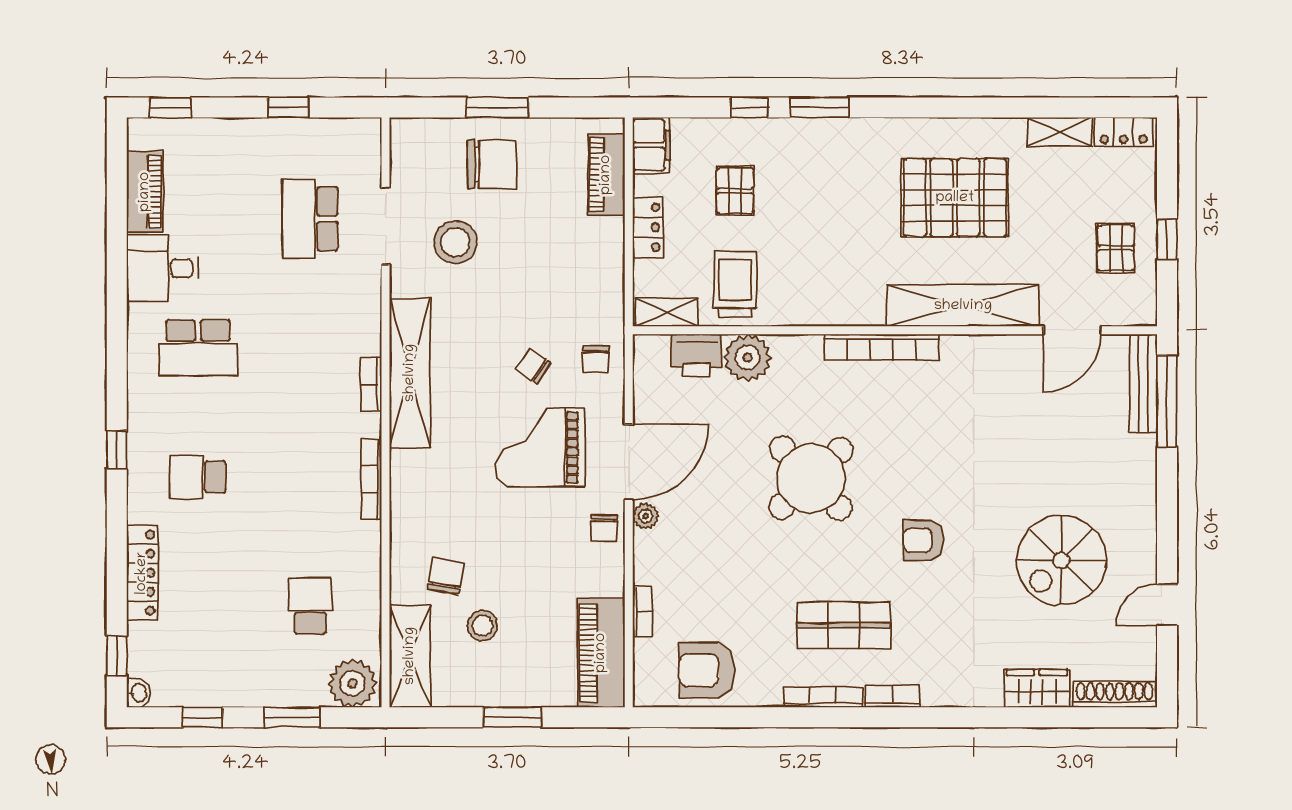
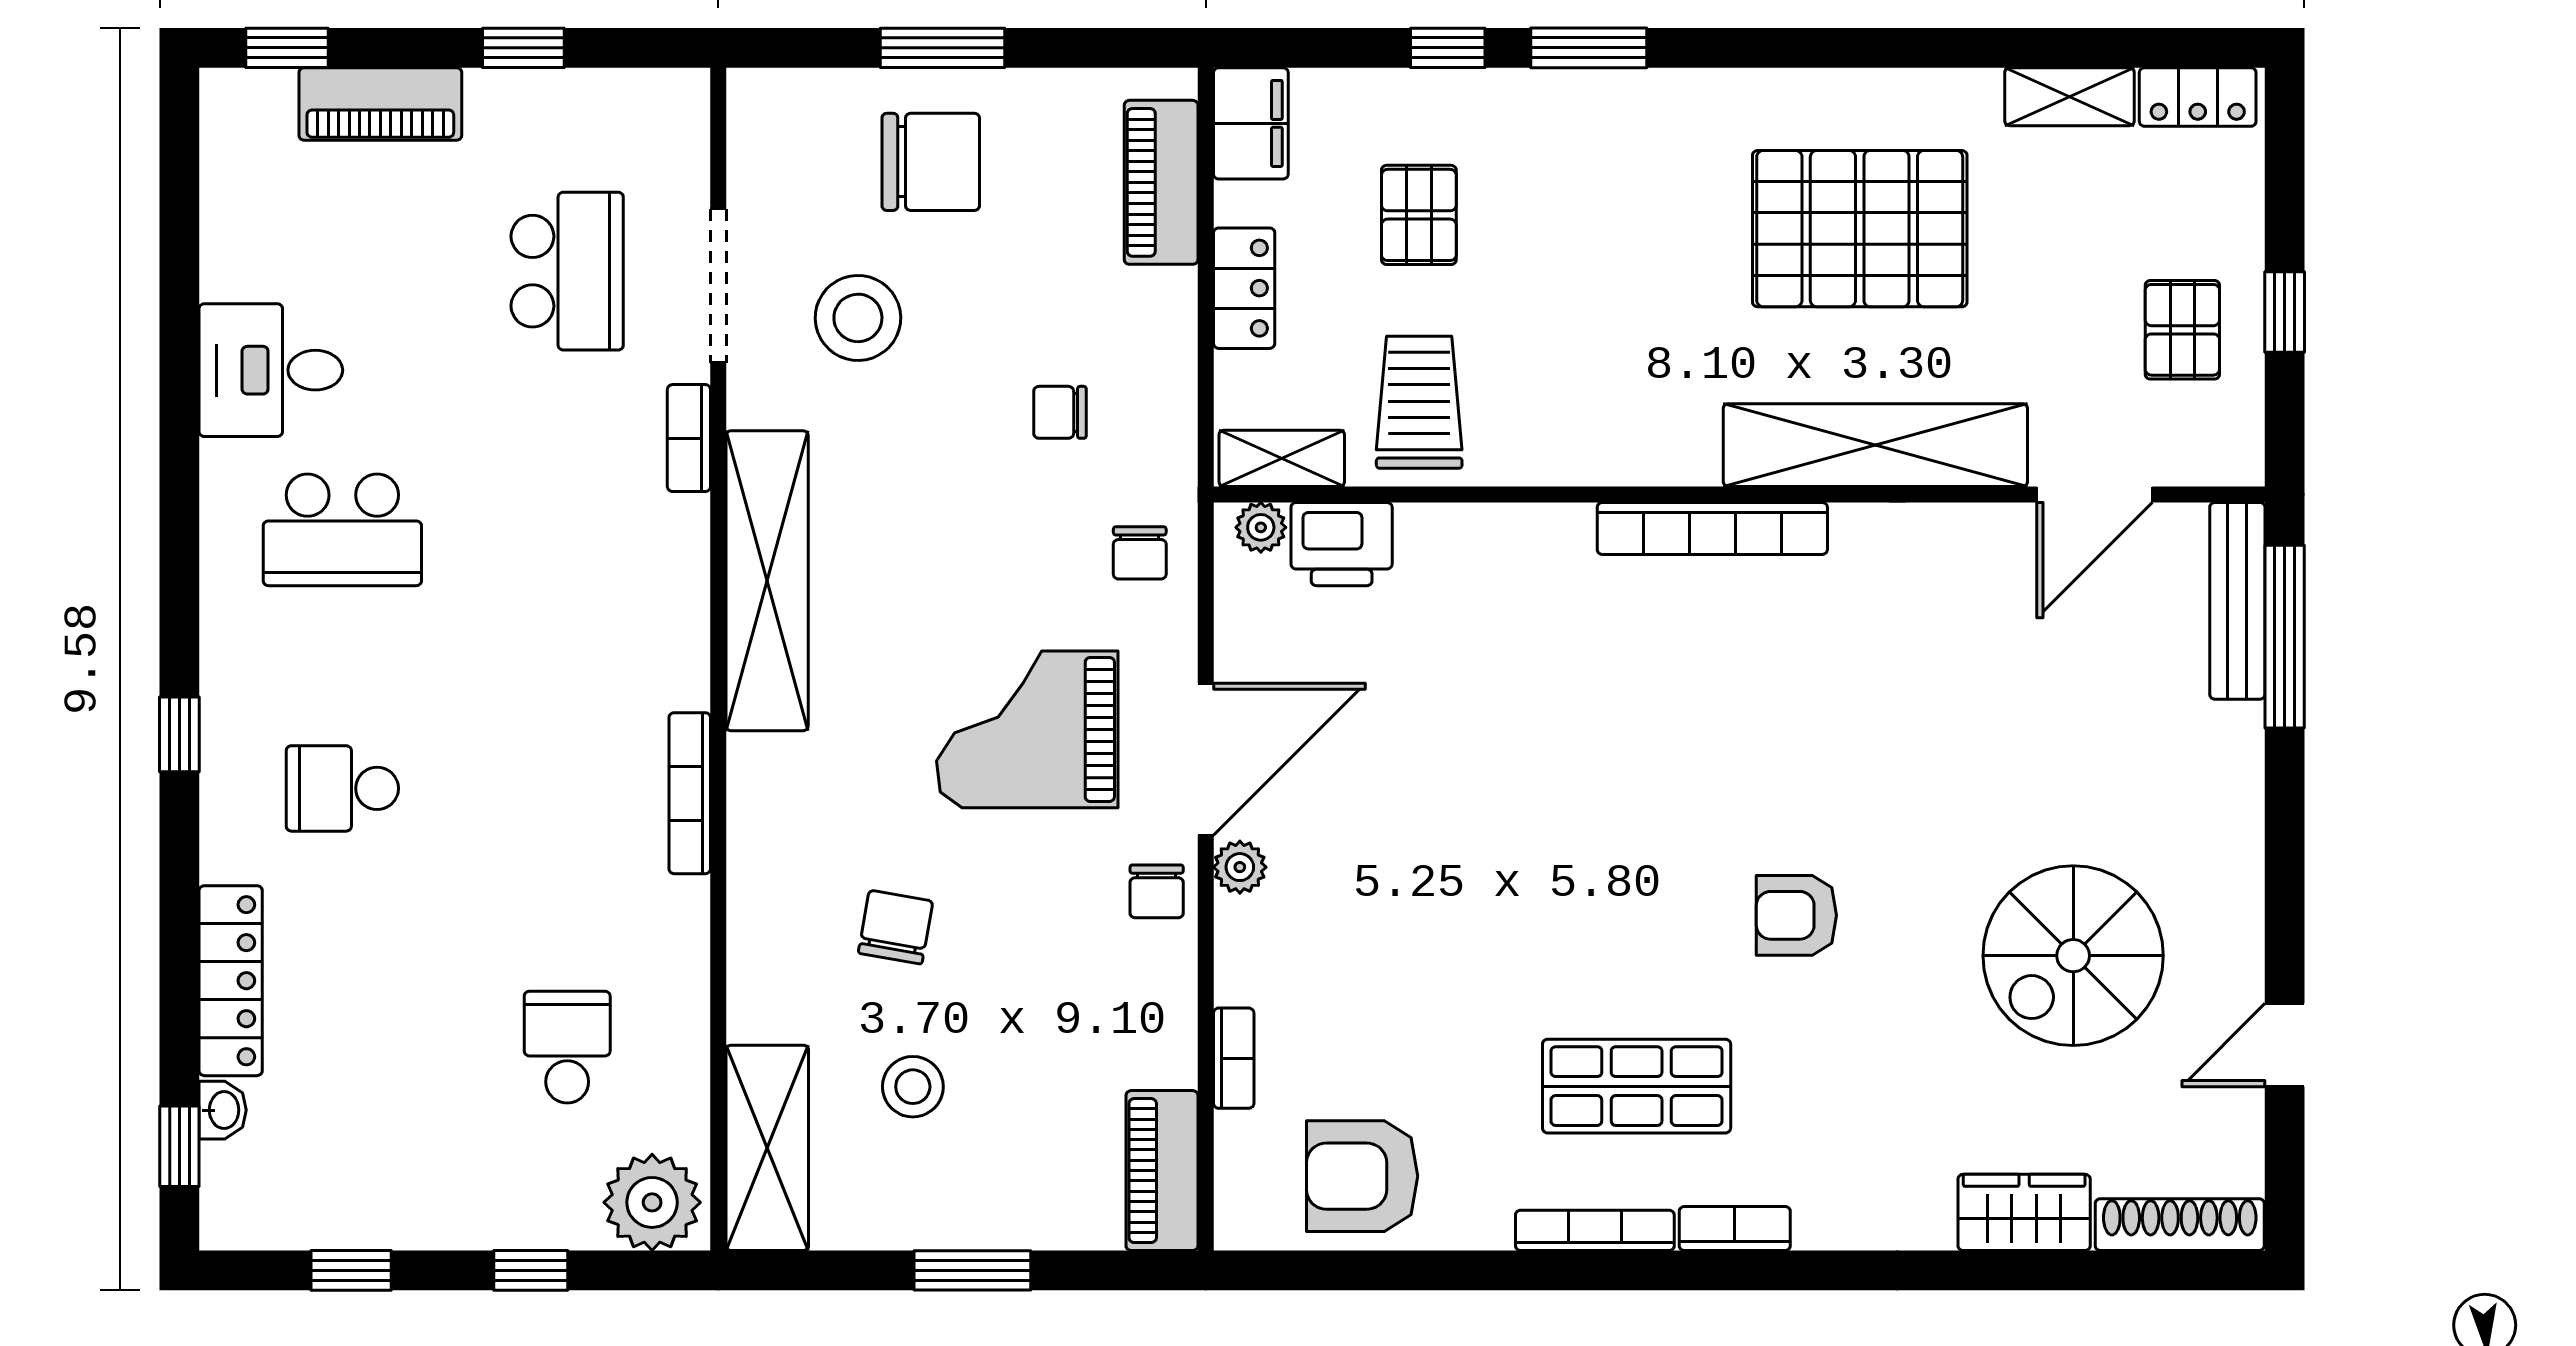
piano: (145, 192) -> (380, 104), moved, turned 90
school desk: (310, 219) -> (567, 271), turned 180
plant: (748, 358) -> (1261, 527), moved, width x0.53, depth x0.53
chair: (533, 366) -> (1060, 412), moved, turned -35
bookcase: (371, 384) -> (689, 438), moved
round table: (811, 478) -> (1571, 791), removed
chair: (446, 576) -> (896, 927), moved
piano: (601, 653) -> (1162, 1171), width x0.73, depth x0.75
washbasin: (138, 693) -> (223, 1110), moved
window: (292, 717) -> (531, 1270), width x0.67

